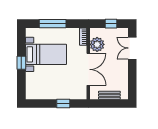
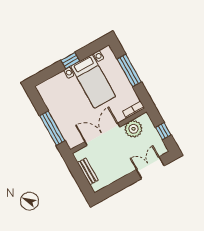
double door: (88, 69) -> (102, 134), swing flipped
window: (63, 103) -> (52, 128), width x2.17

